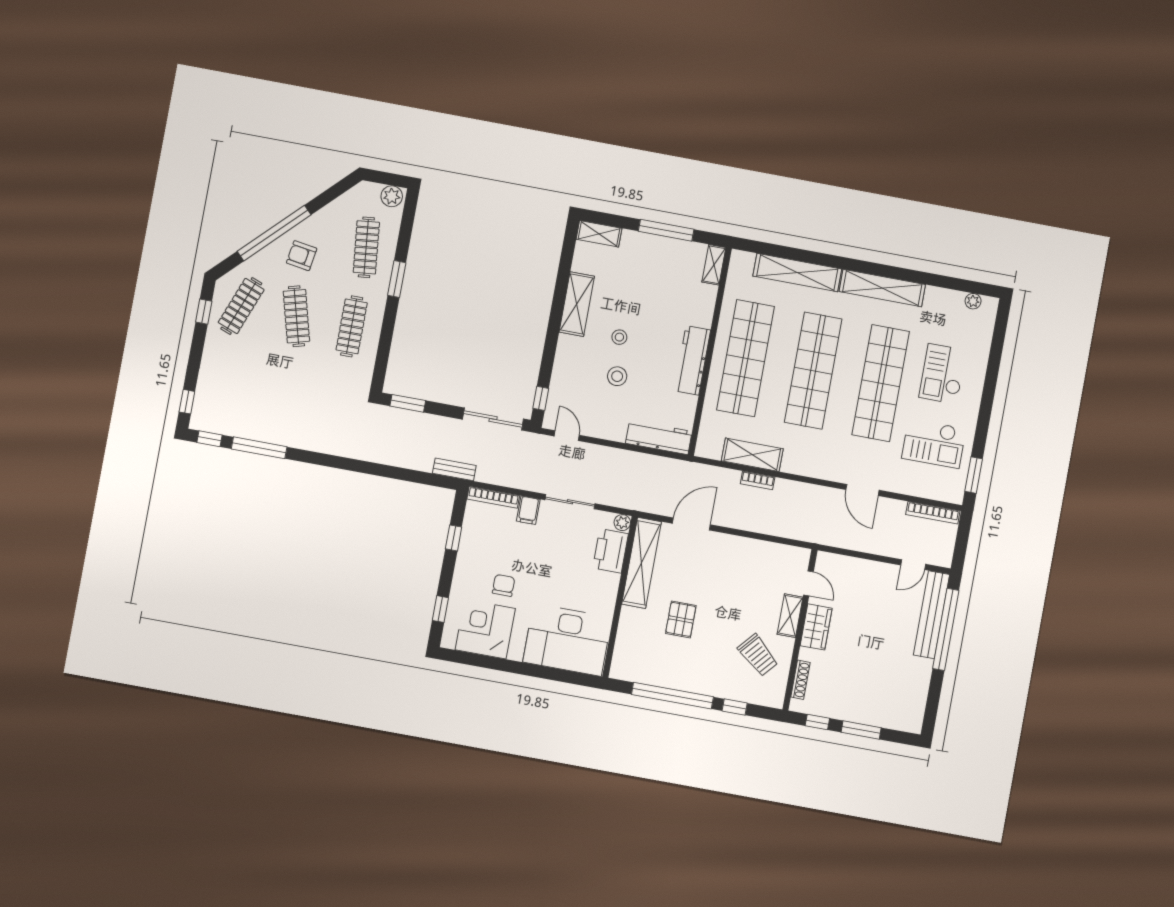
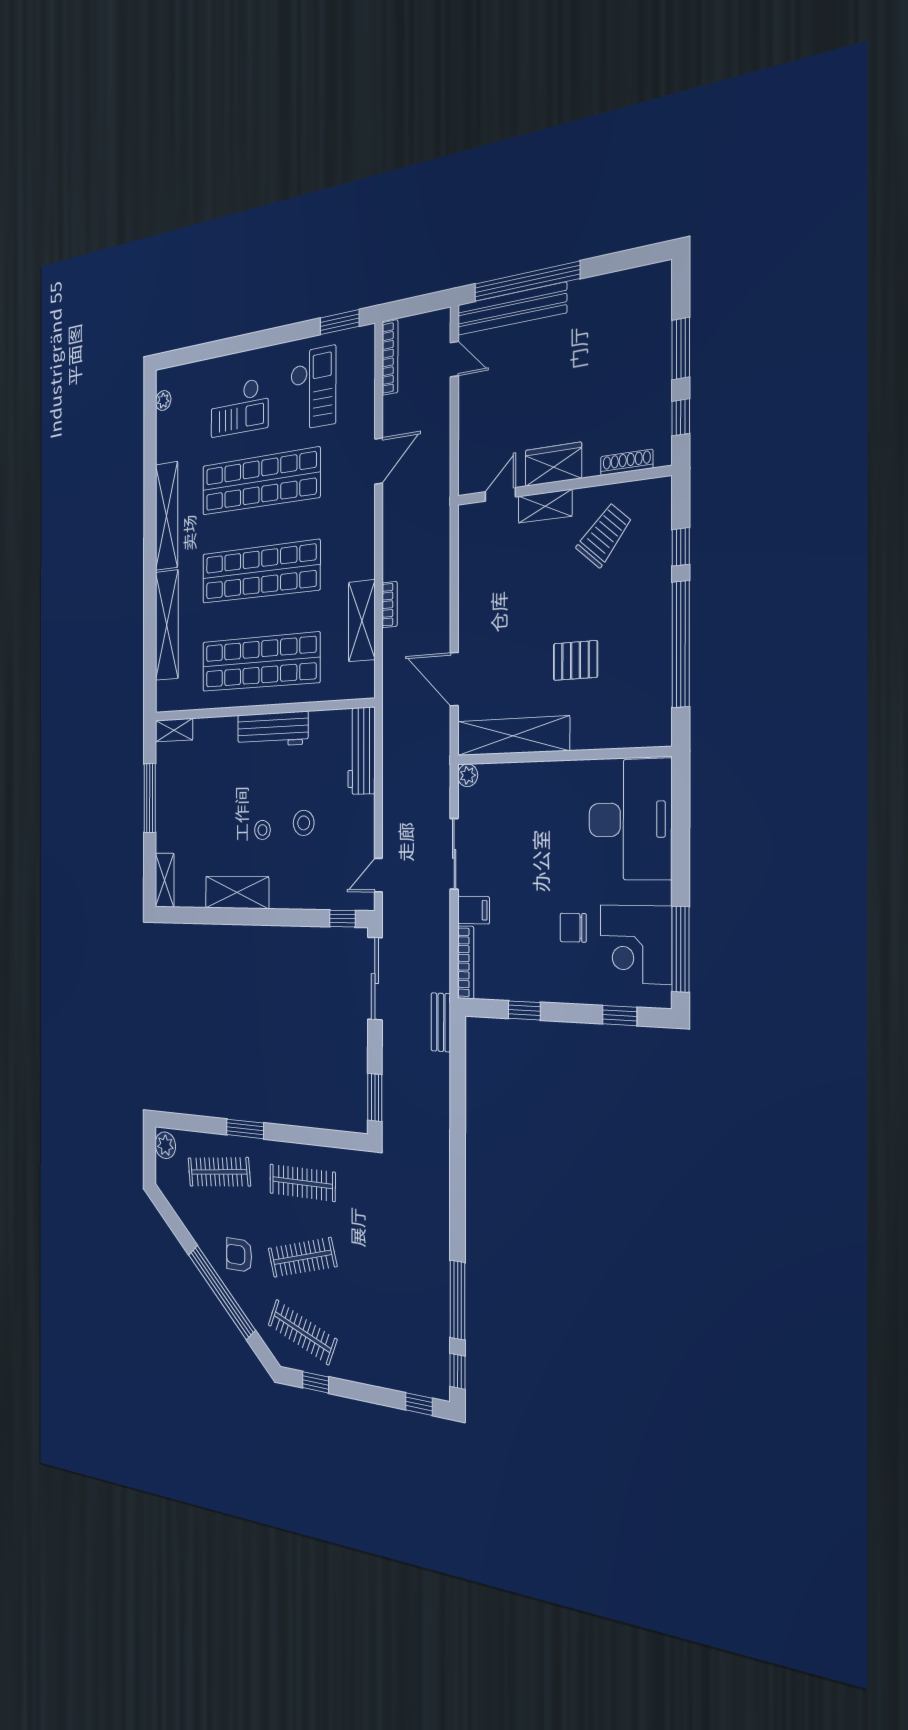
armchair: (302, 256) -> (239, 1255), turned 81
printer: (611, 551) -> (505, 783), removed
window: (477, 660) -> (681, 949), added

